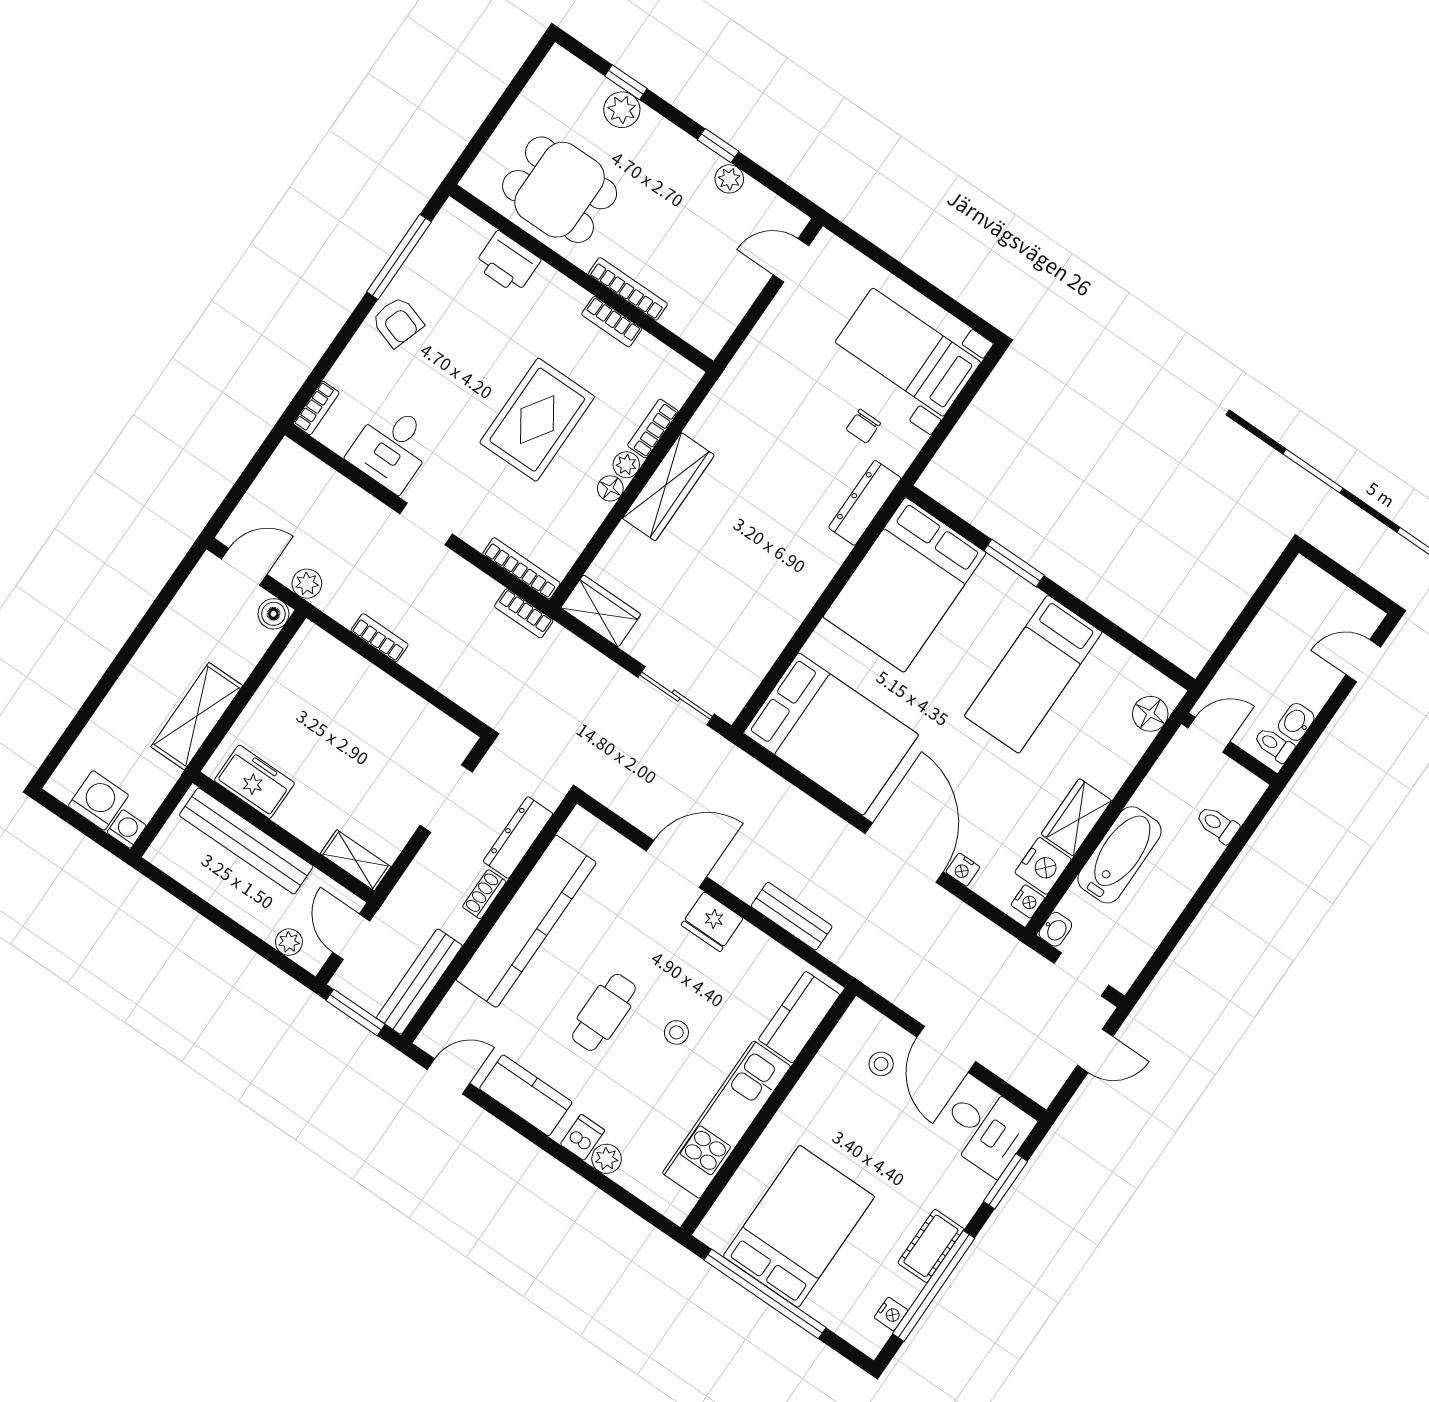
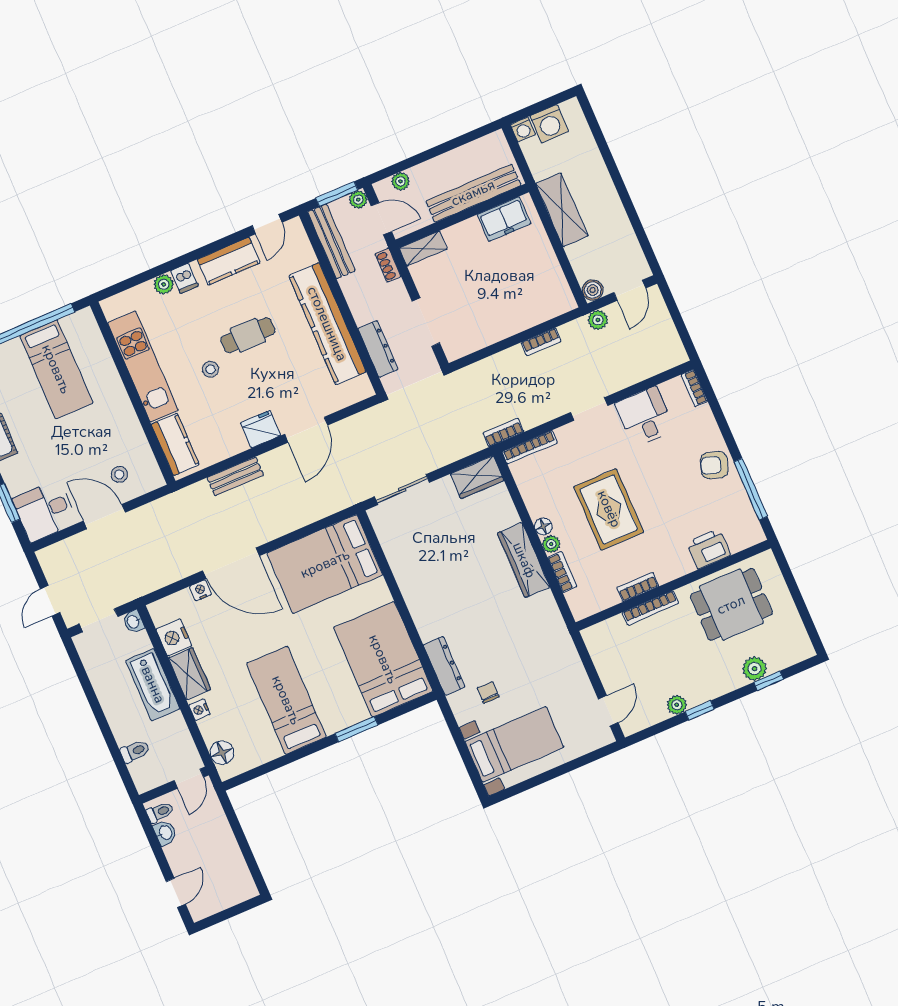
shoe rack: (484, 894) -> (388, 265), moved, turned 180
nightstand: (1028, 901) -> (200, 710), moved
plant: (345, 981) -> (358, 200), added
cafe table: (604, 1012) -> (248, 335), turned 90
bed: (799, 1226) -> (56, 369), width x0.67

